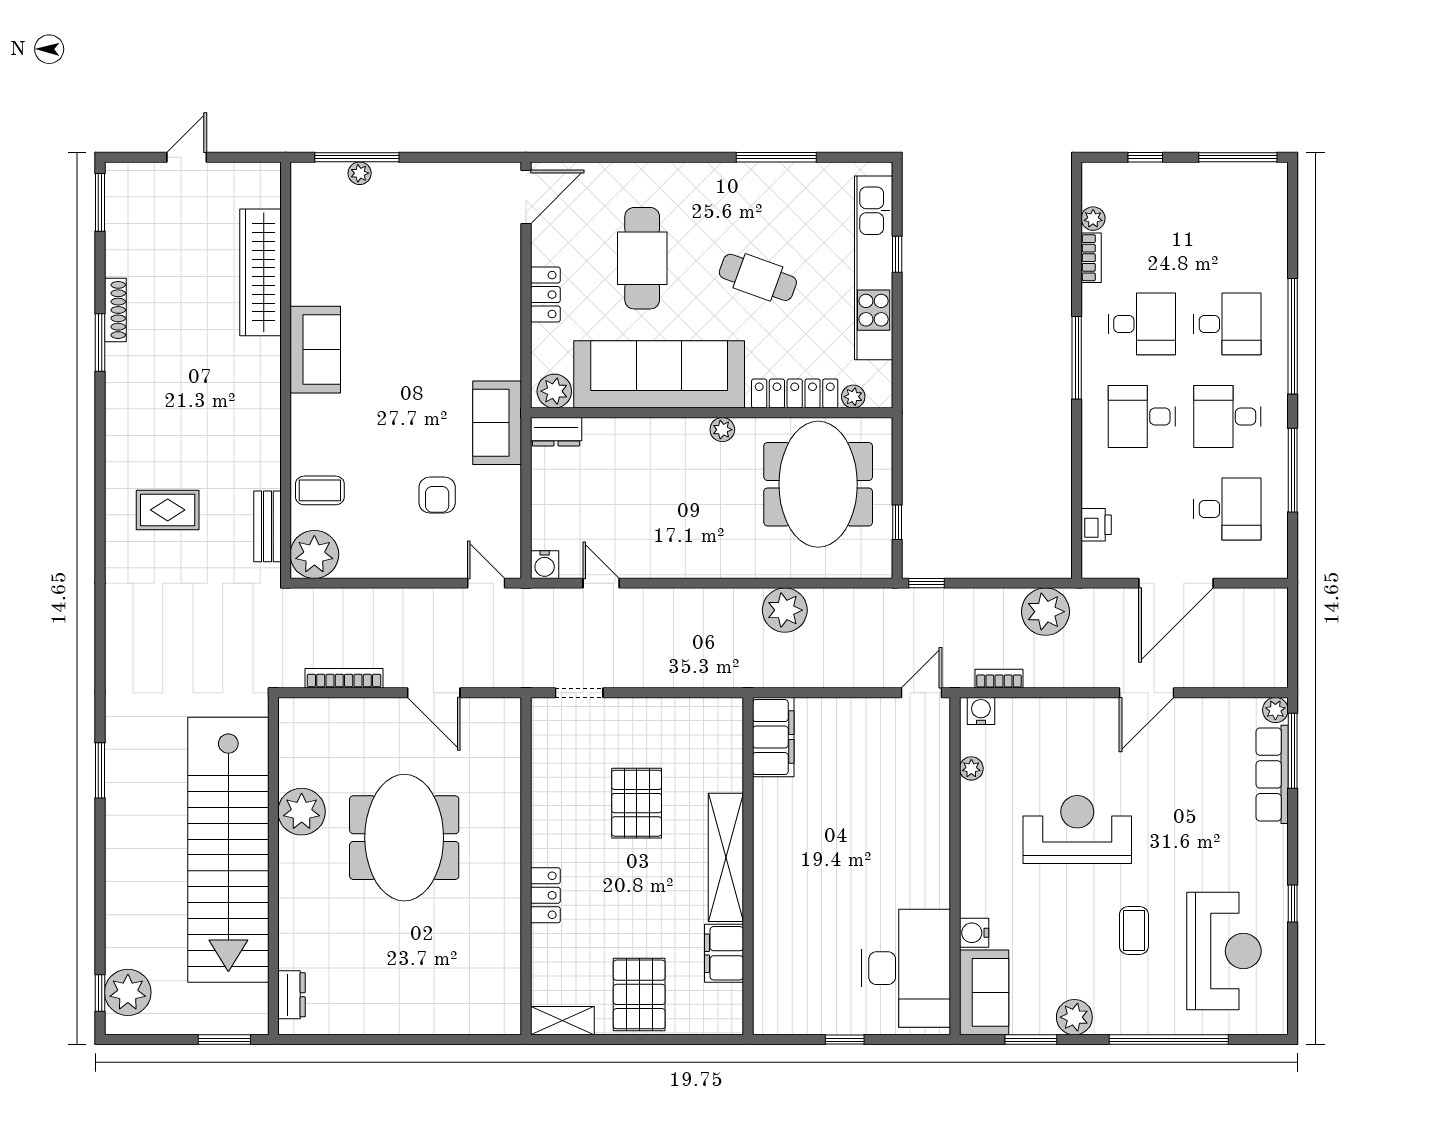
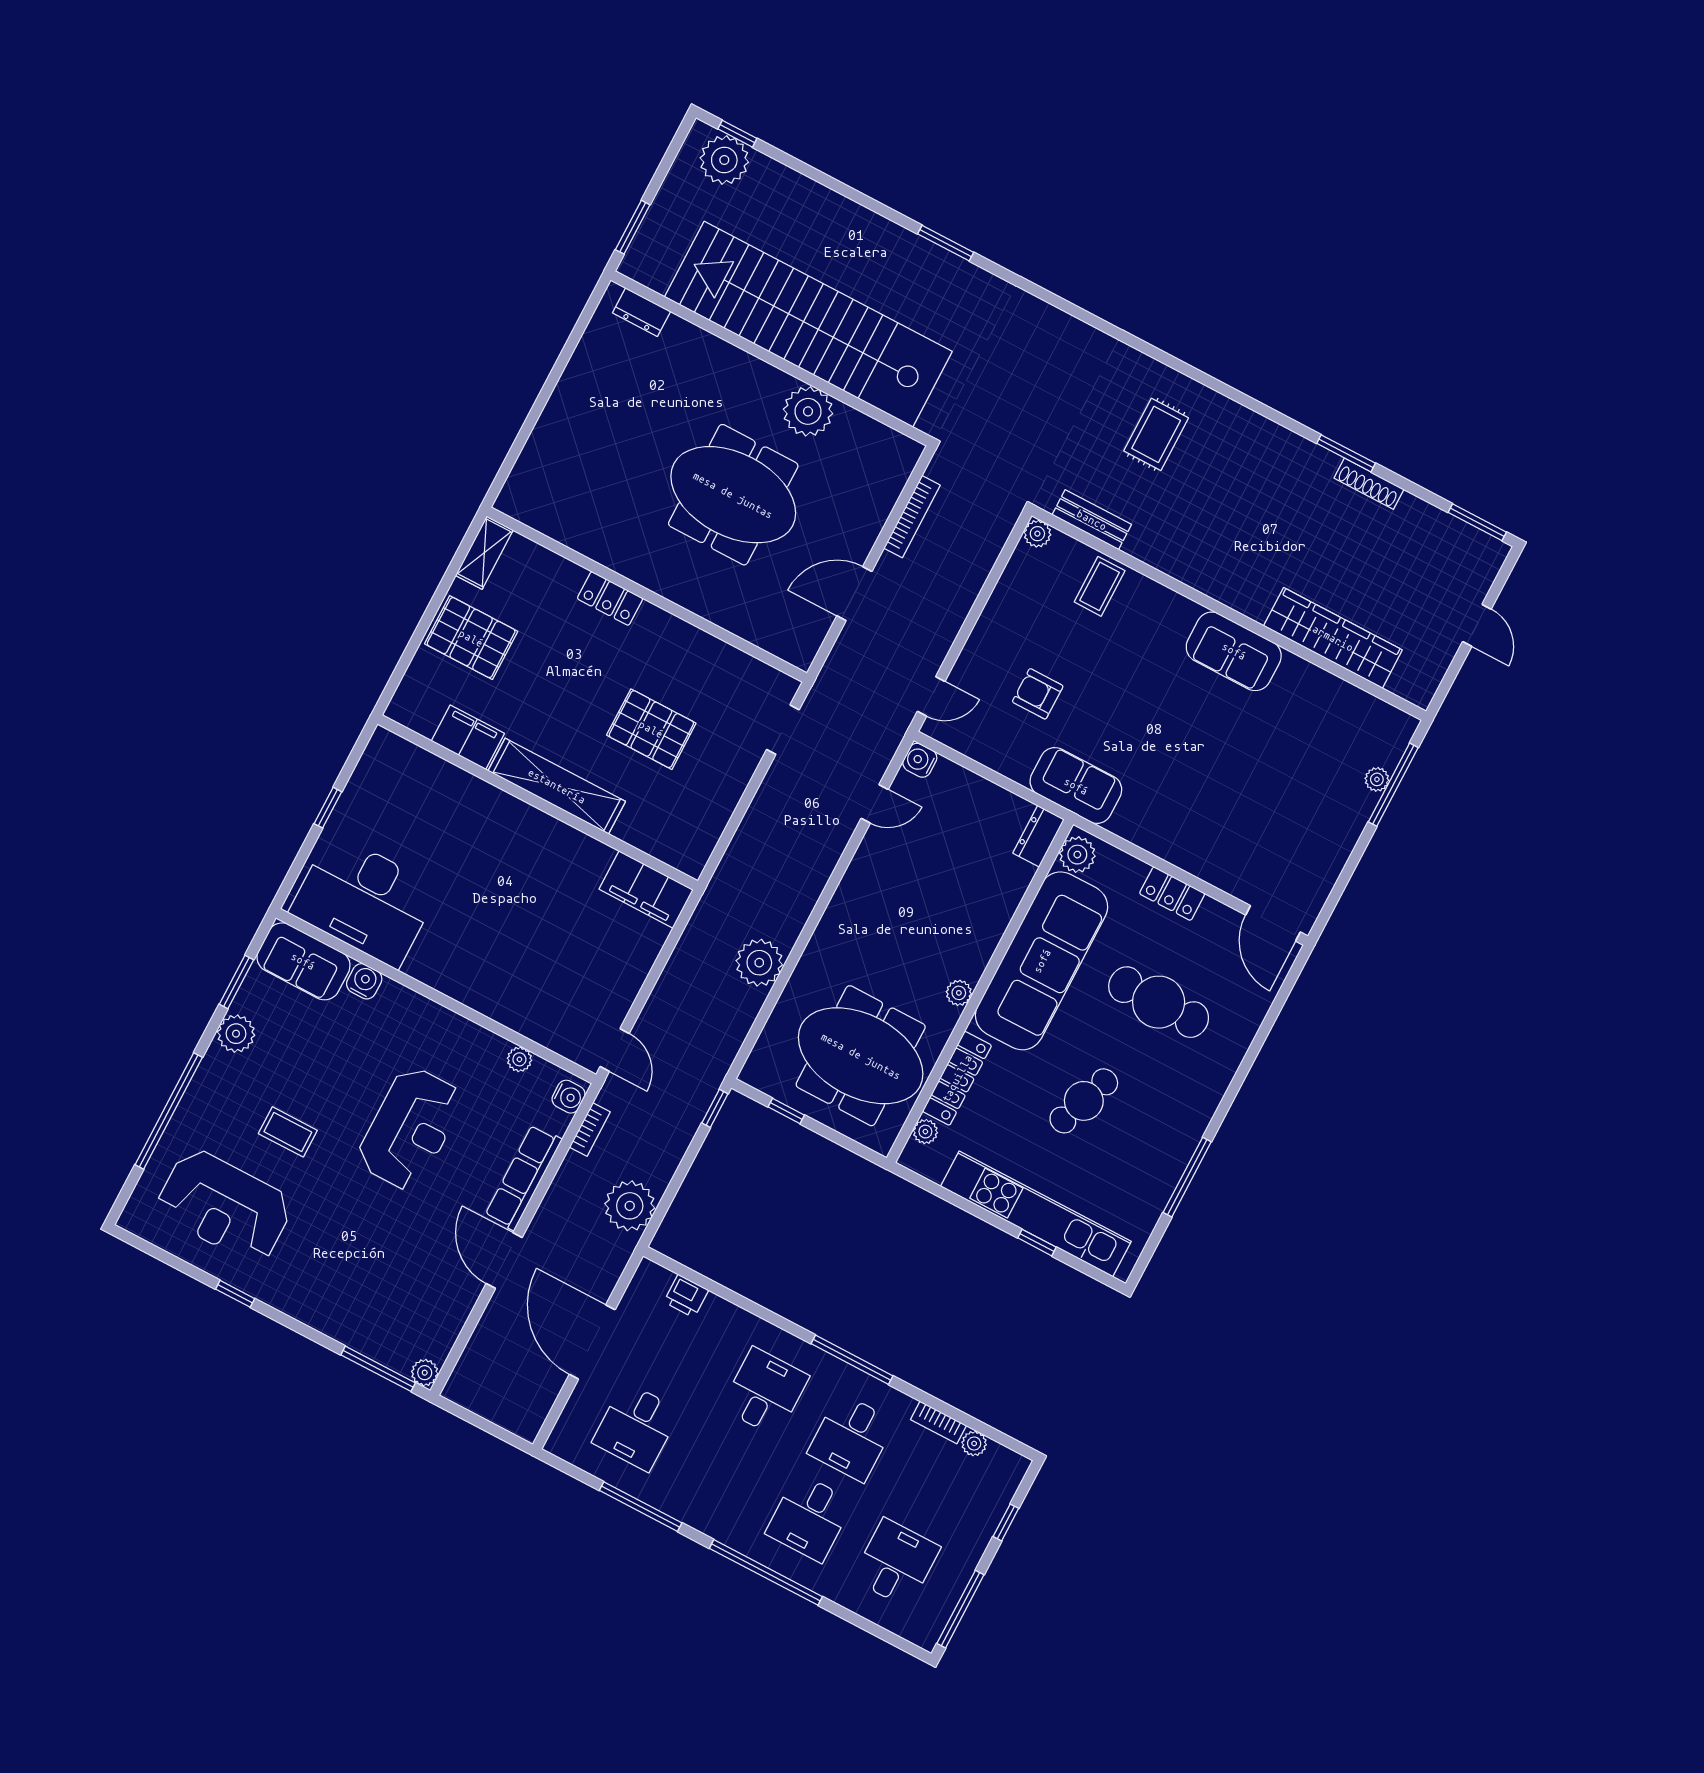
desk: (1227, 416) -> (896, 1563), moved
plant: (314, 554) -> (1037, 534), width x0.53, depth x0.53
row of seats: (1272, 774) -> (523, 1177), moved, turned -90

